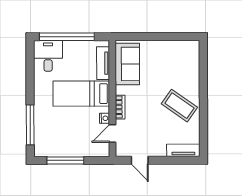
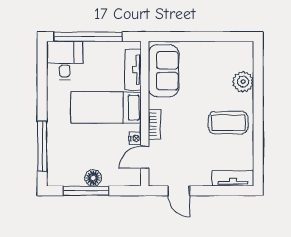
plant: (191, 73) -> (243, 82), added
coffee table: (179, 106) -> (228, 123), turned -35
floor lamp: (71, 150) -> (93, 178), added

